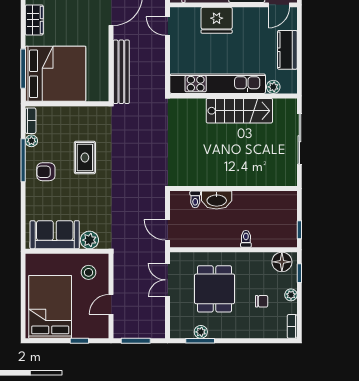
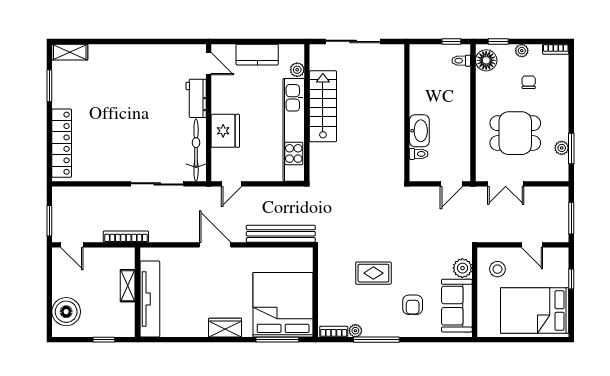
armchair: (46, 172) -> (413, 305), moved
toilet: (246, 239) -> (461, 61), moved

